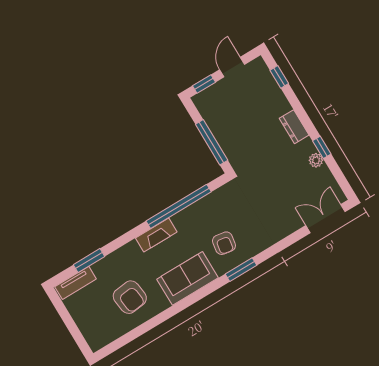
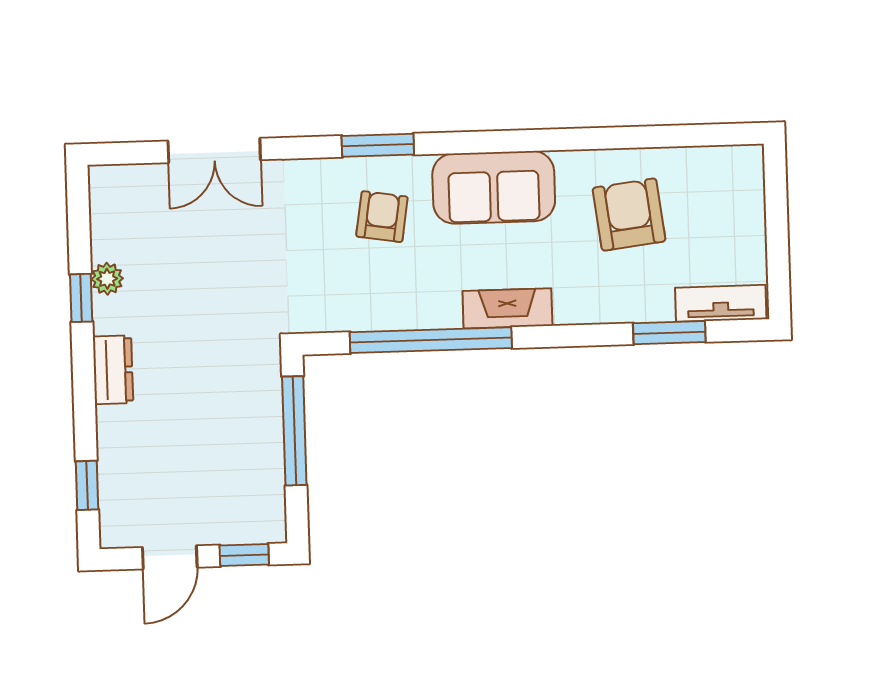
double door: (326, 219) -> (214, 150), moved

